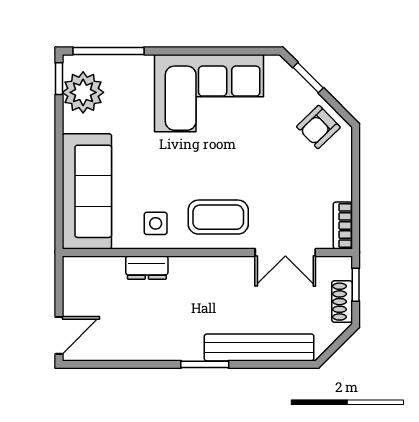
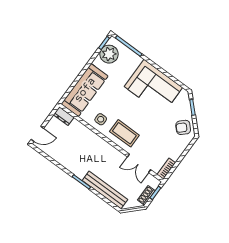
dresser: (147, 268) -> (64, 116), moved

